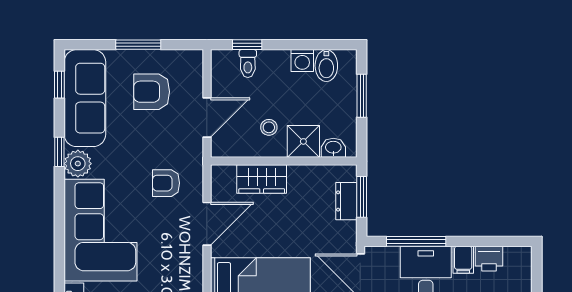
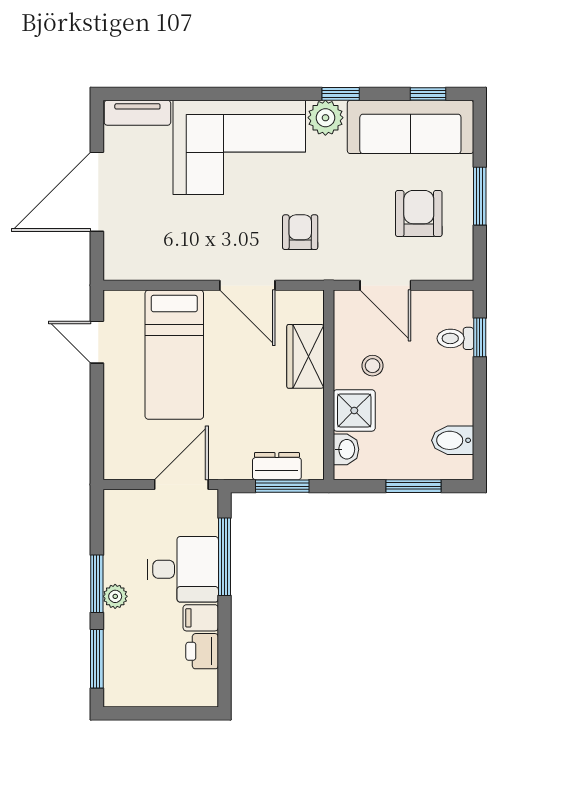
washing machine: (302, 61) -> (459, 409), removed

